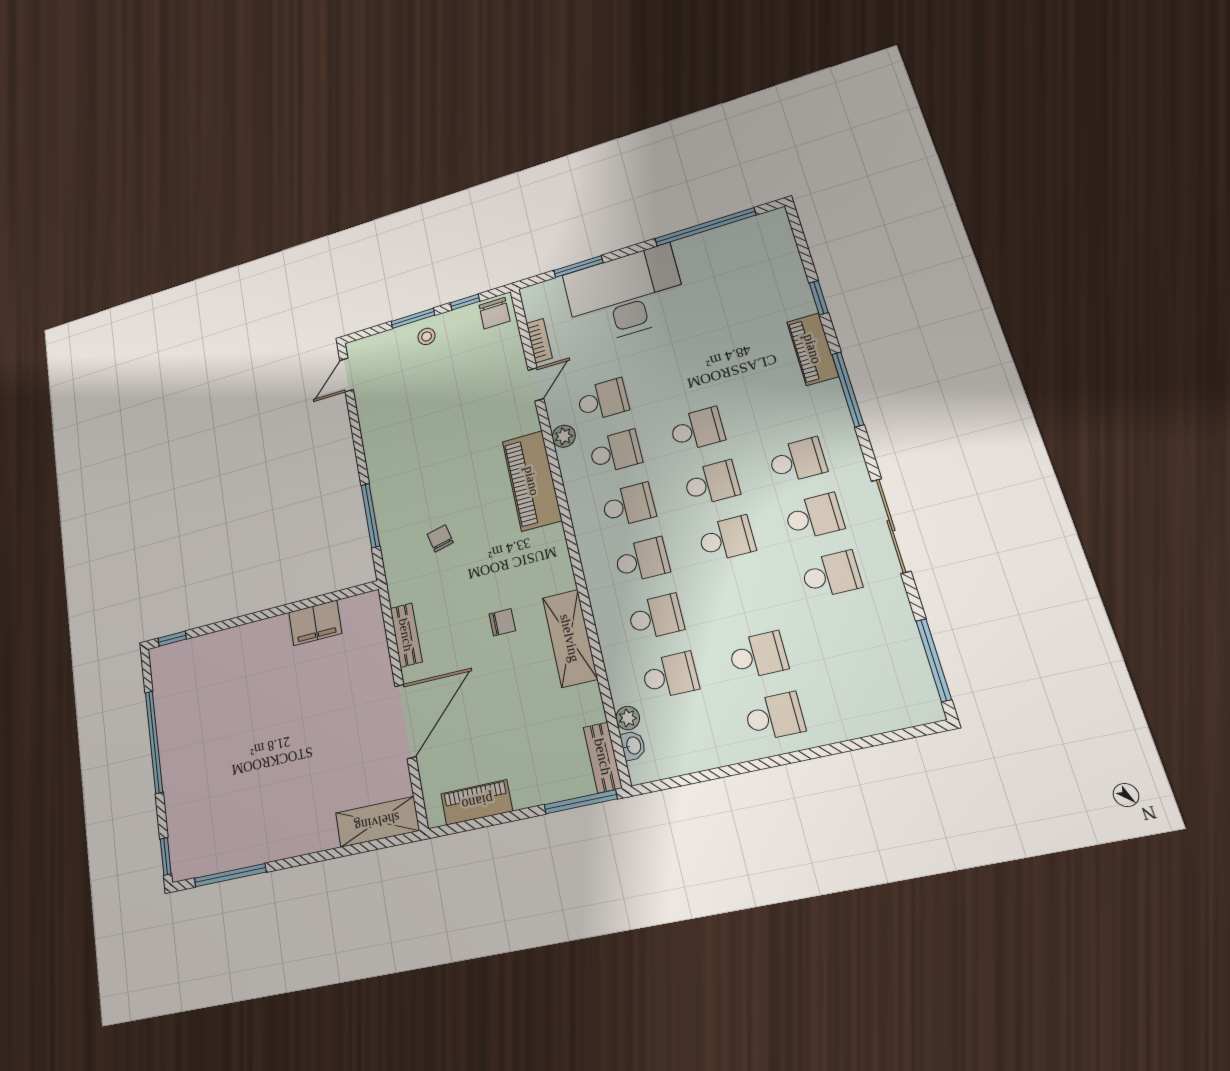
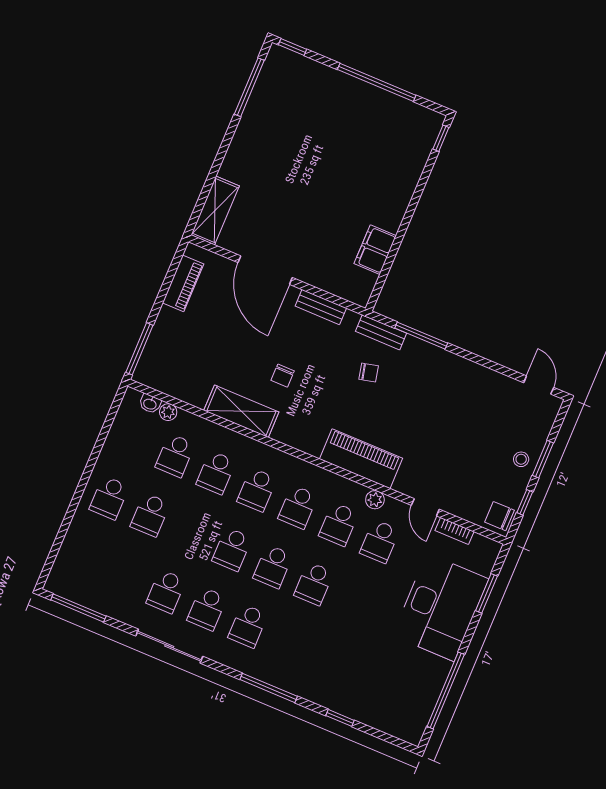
piano: (813, 349) -> (310, 689), removed
bench: (603, 757) -> (381, 332), moved

